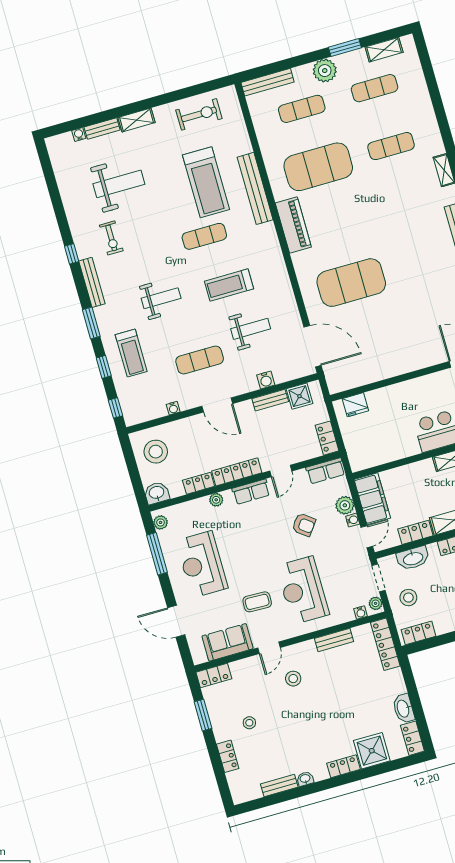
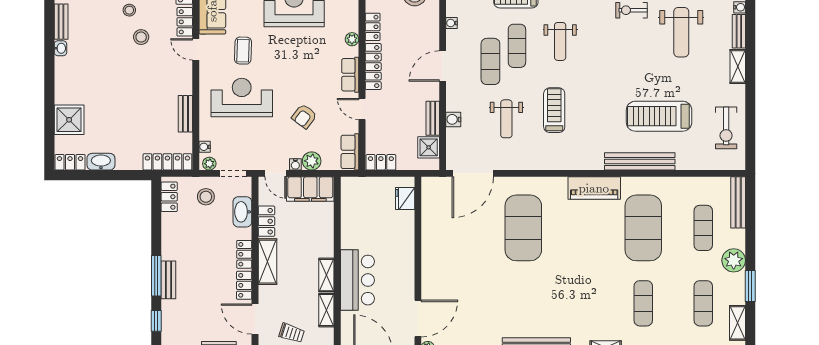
exercise mat: (204, 236) -> (517, 46), moved
stool: (293, 679) -> (141, 37), moved
locker: (343, 766) -> (185, 22), moved, turned 180

